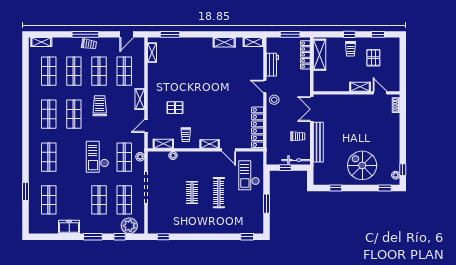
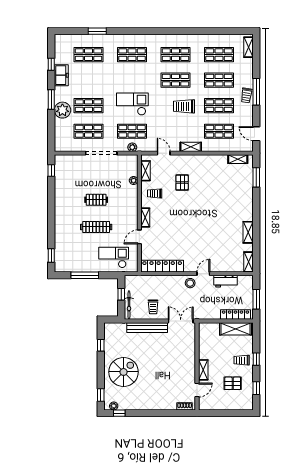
trolley: (100, 106) -> (184, 106), turned 180
window: (266, 204) -> (85, 275), width x1.44
plant: (129, 226) -> (62, 110), moved
window: (120, 237) -> (51, 64), moved

